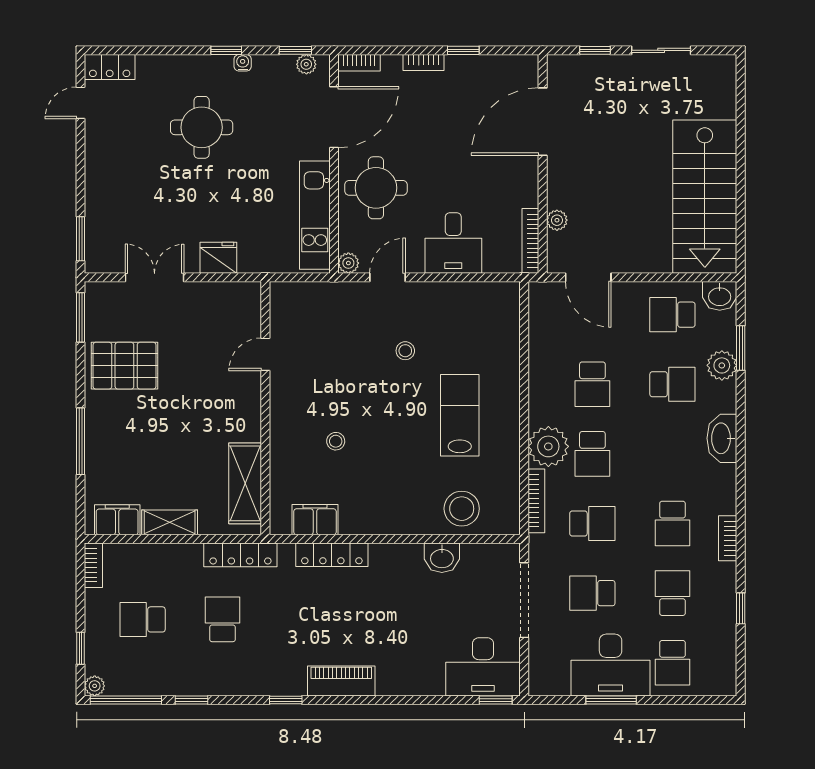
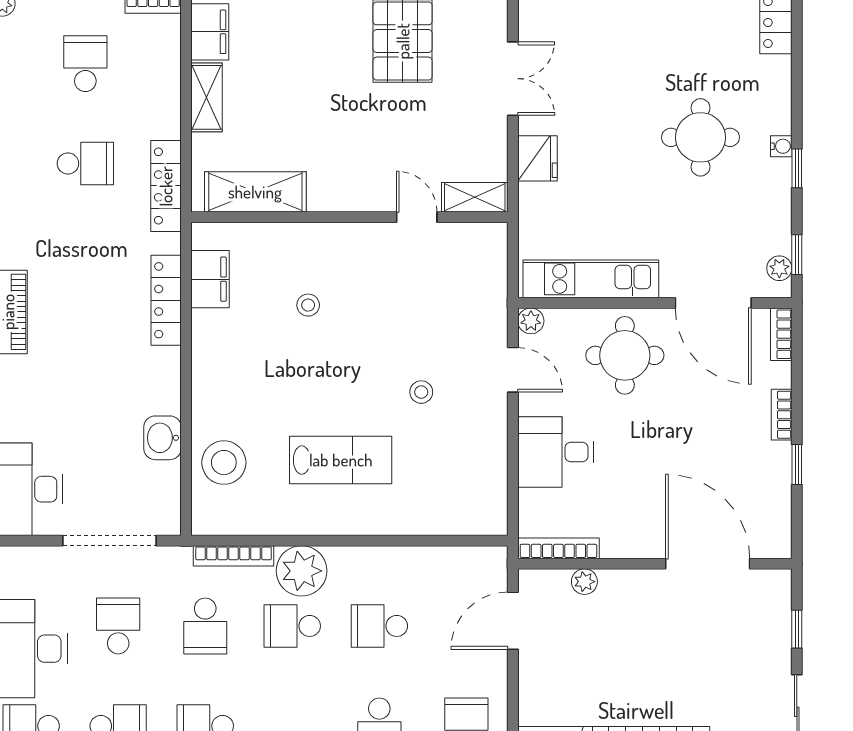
water cooler: (243, 63) -> (781, 146), moved
shelving: (249, 308) -> (475, 197), added

